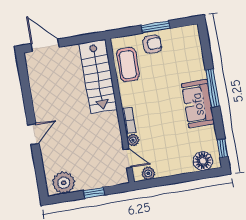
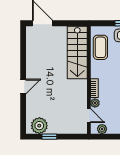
window: (94, 193) -> (49, 137), moved

